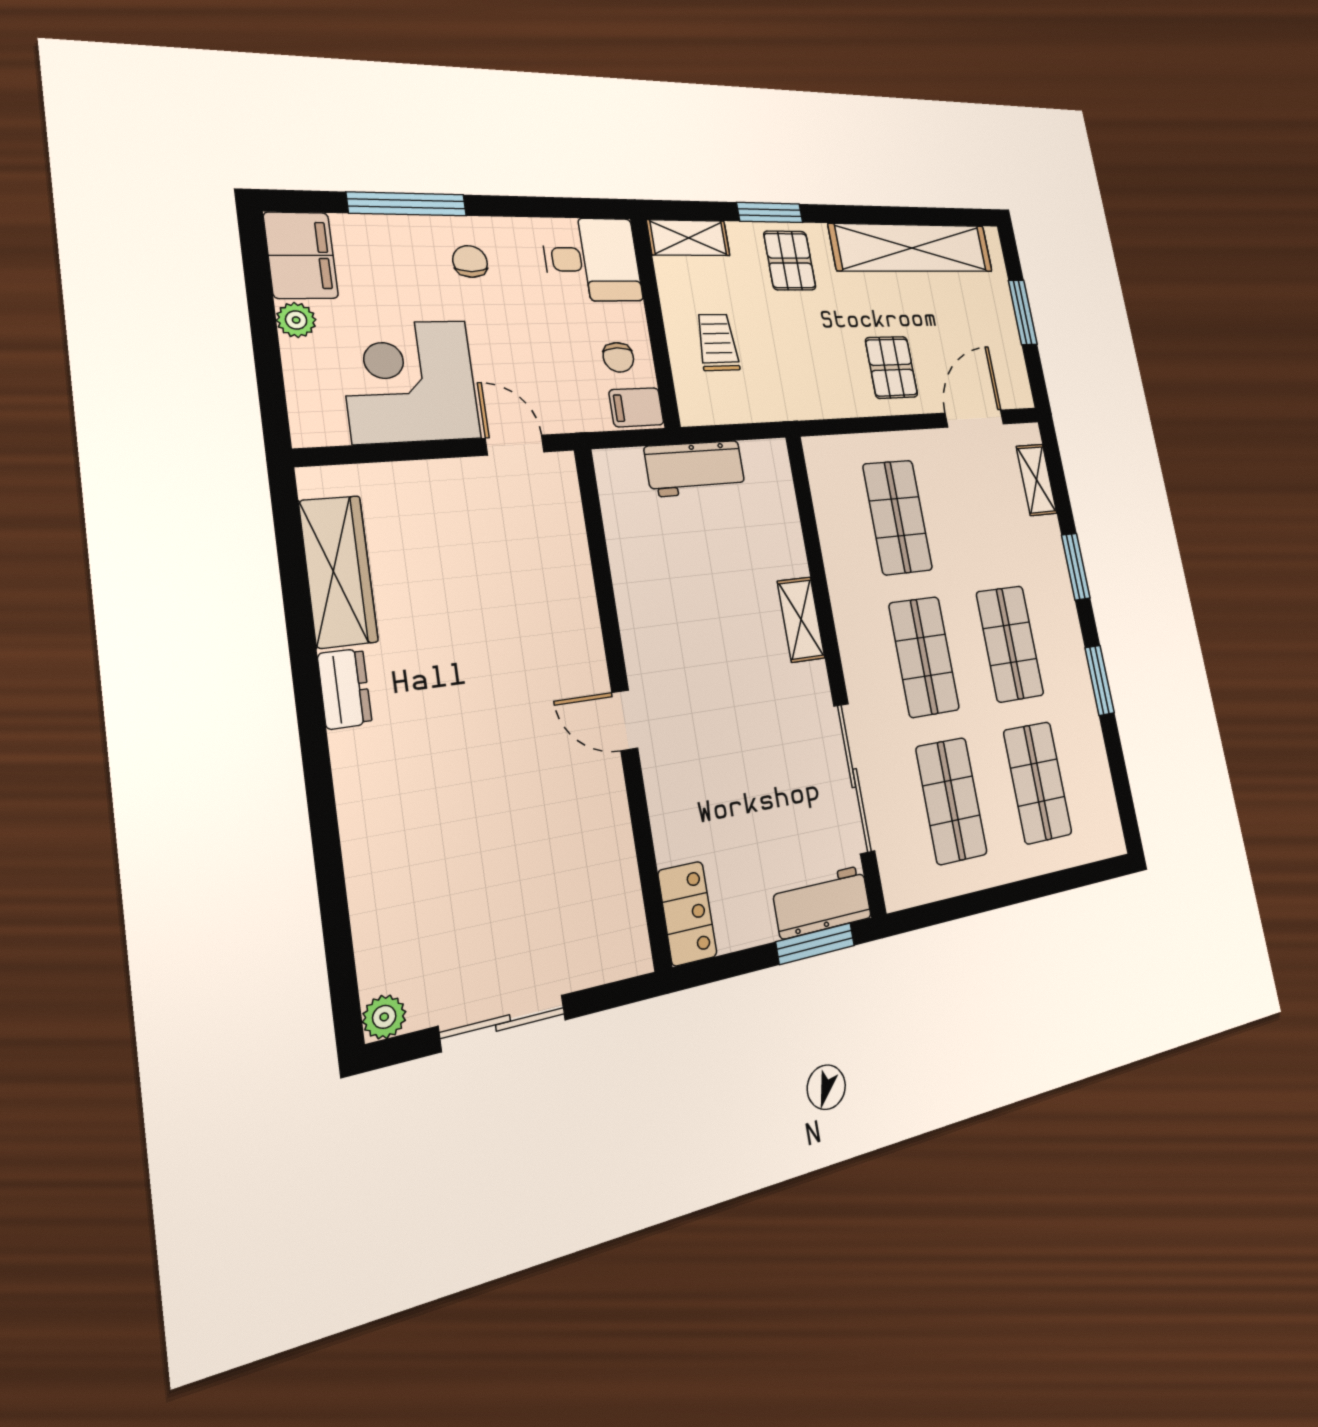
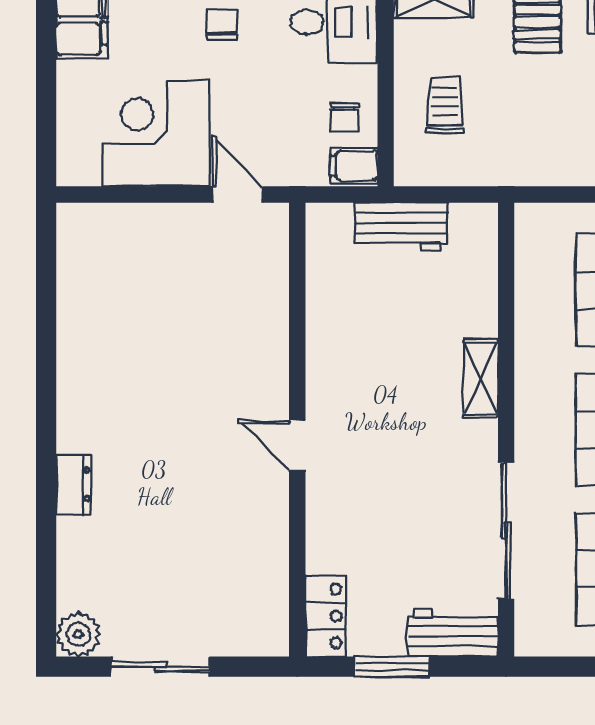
plant: (296, 320) -> (72, 77), removed
wardrobe: (338, 571) -> (80, 291), removed
dresser: (345, 689) -> (73, 484), moved
window: (815, 944) -> (392, 667), moved
plant: (384, 1017) -> (78, 634), width x1.38, depth x1.38

